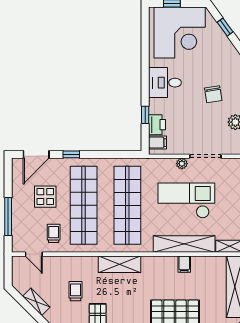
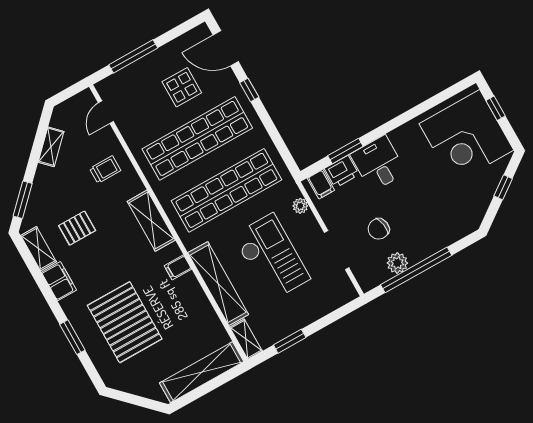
desk: (165, 83) -> (378, 163), moved
chair: (213, 94) -> (379, 229), moved
window: (145, 115) -> (345, 151), width x1.50
plant: (182, 164) -> (300, 206), moved
trolley: (54, 233) -> (144, 122), removed
filing cabinet: (184, 264) -> (178, 267), moved
trolley: (75, 291) -> (105, 170), moved

